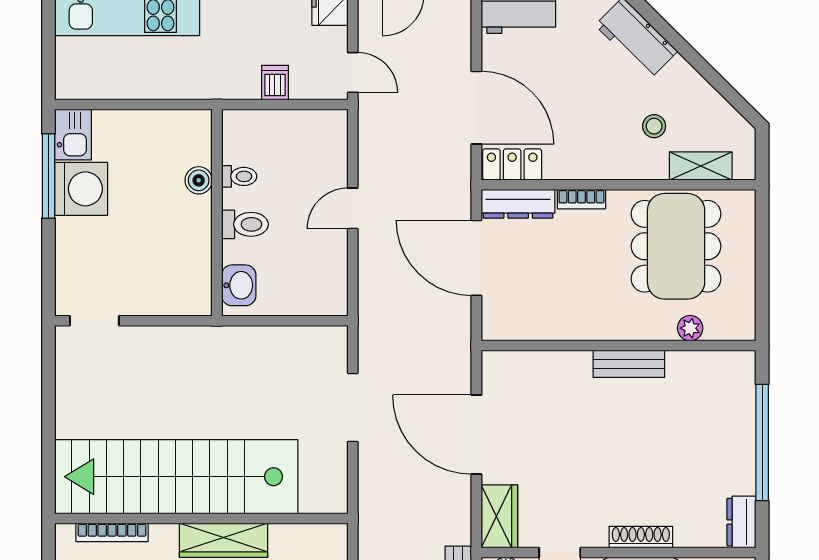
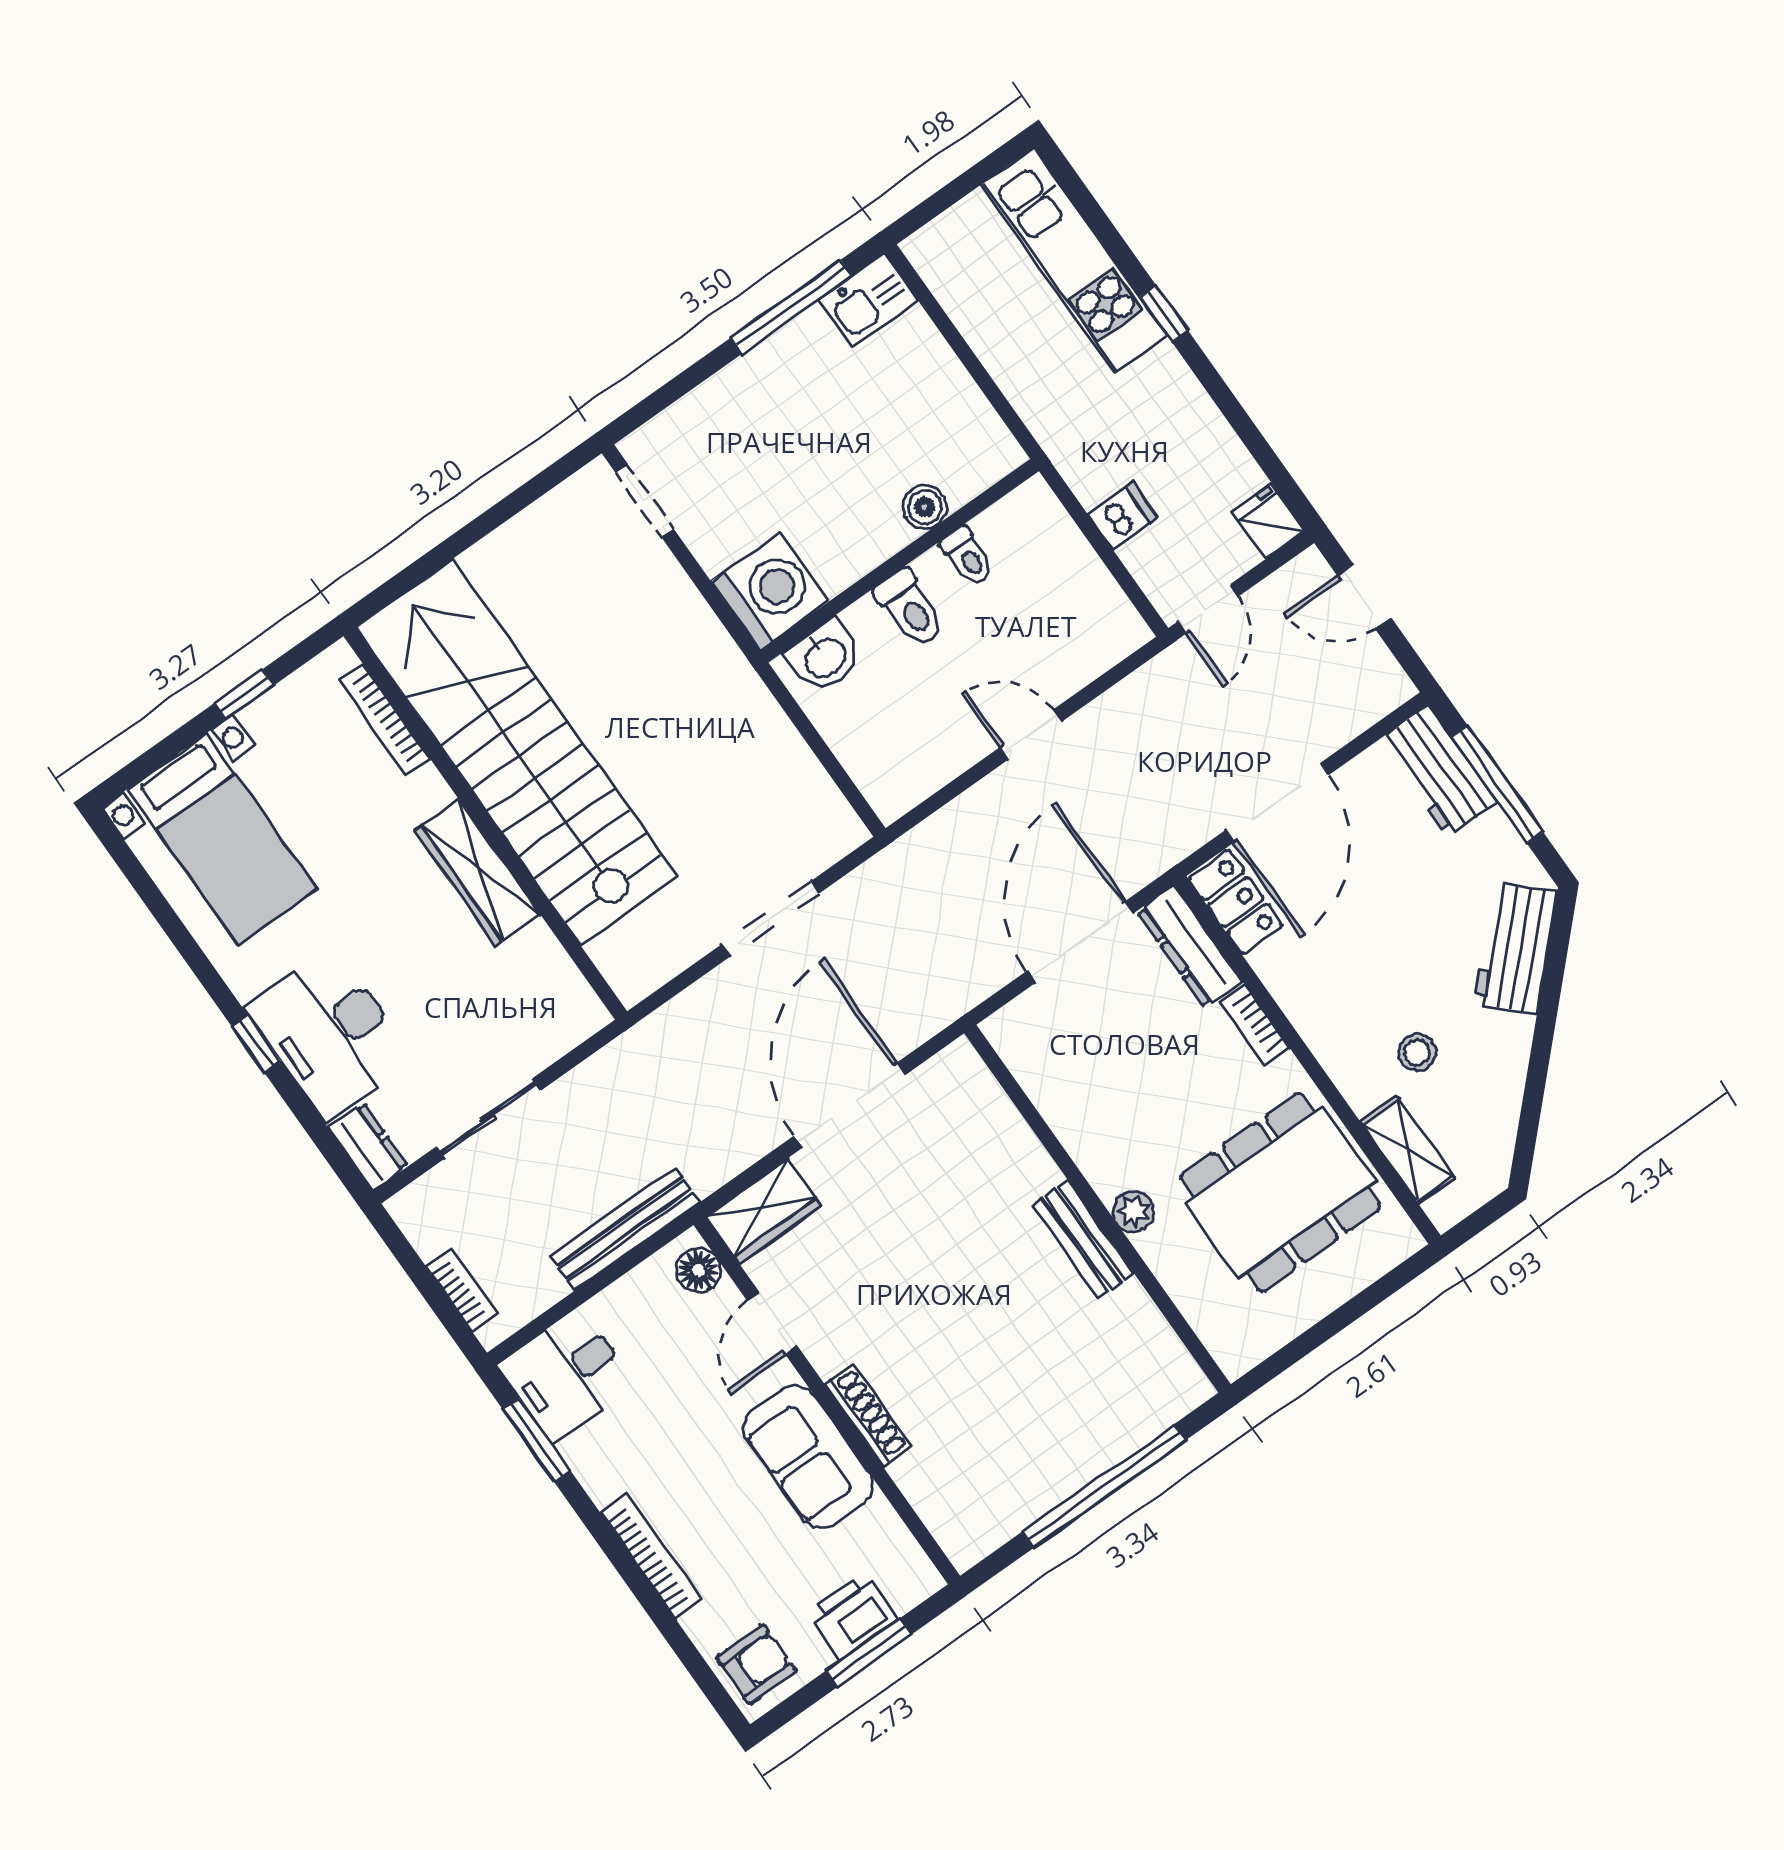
washing machine: (81, 189) -> (770, 591), moved, turned -90
plant: (690, 328) -> (1134, 1212), moved
dresser: (741, 522) -> (980, 1533), removed

